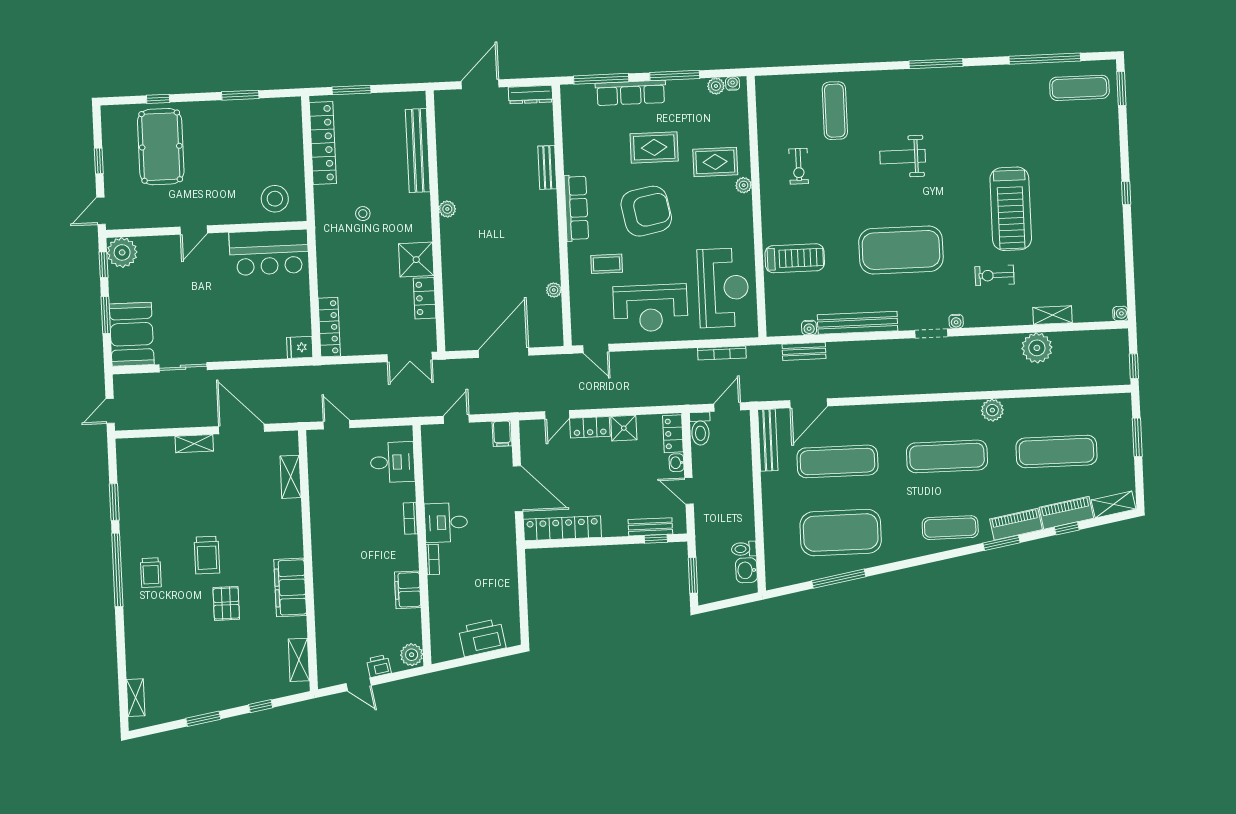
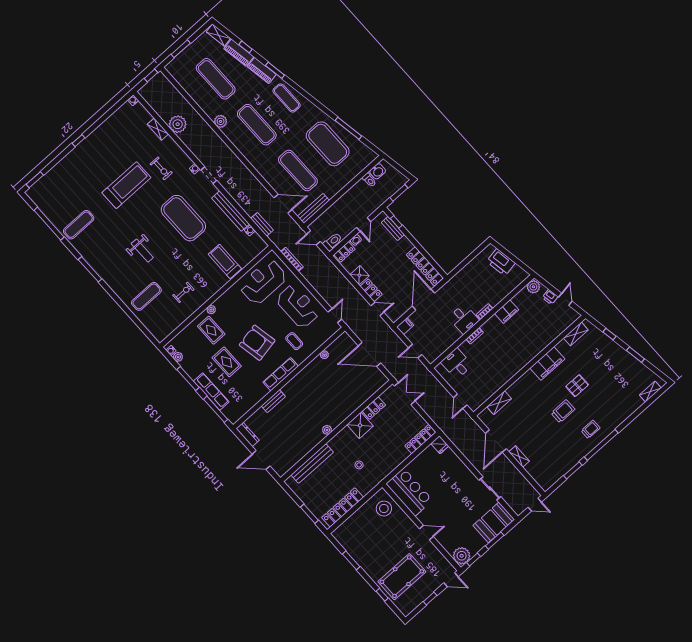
exercise mat: (1079, 88) -> (79, 225), moved, turned 90

